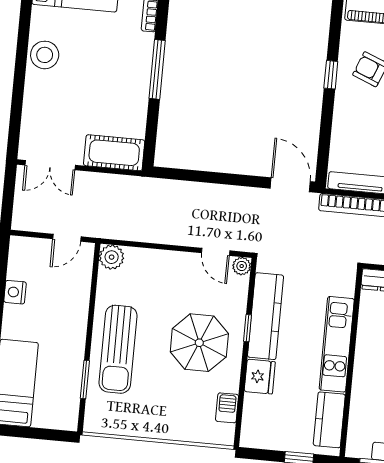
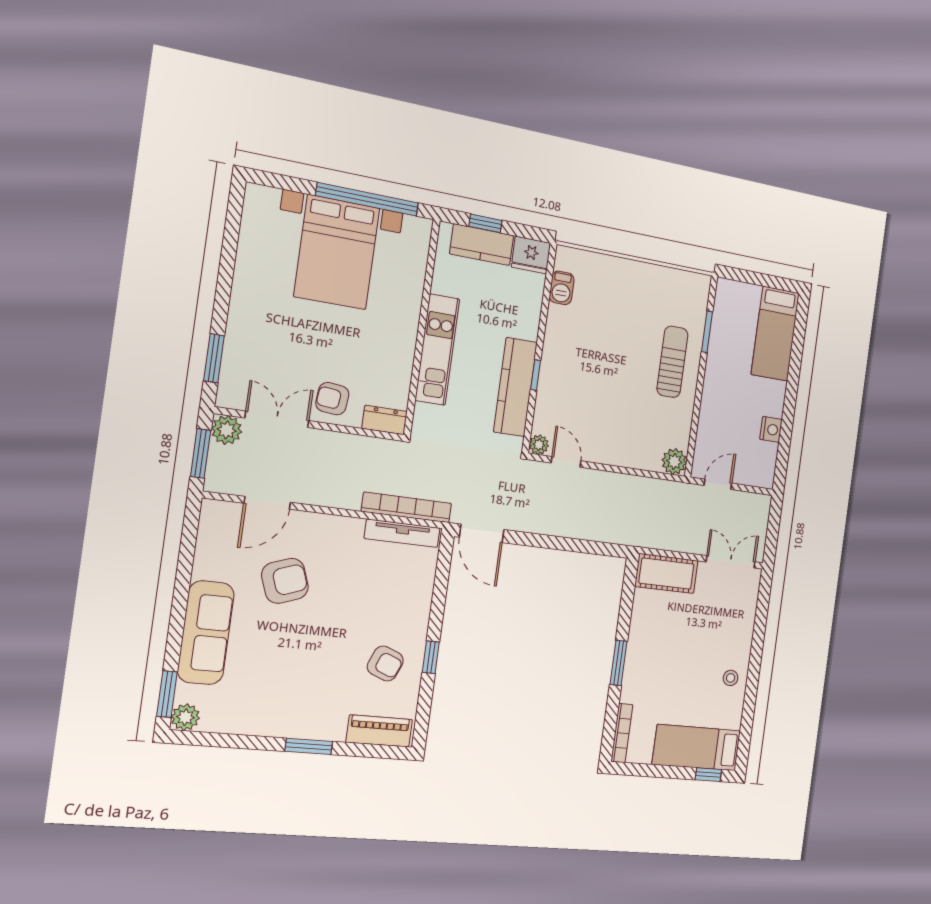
stool: (45, 55) -> (731, 678), width x0.53, depth x0.53
window: (157, 69) -> (619, 663), width x0.69
parasol: (199, 343) -> (588, 363), removed
sun lounger: (118, 349) -> (672, 362), width x0.73, depth x0.75
fridge: (260, 377) -> (531, 255), moved, turned -90
kitchen counter: (329, 420) -> (482, 245), moved, turned 90

